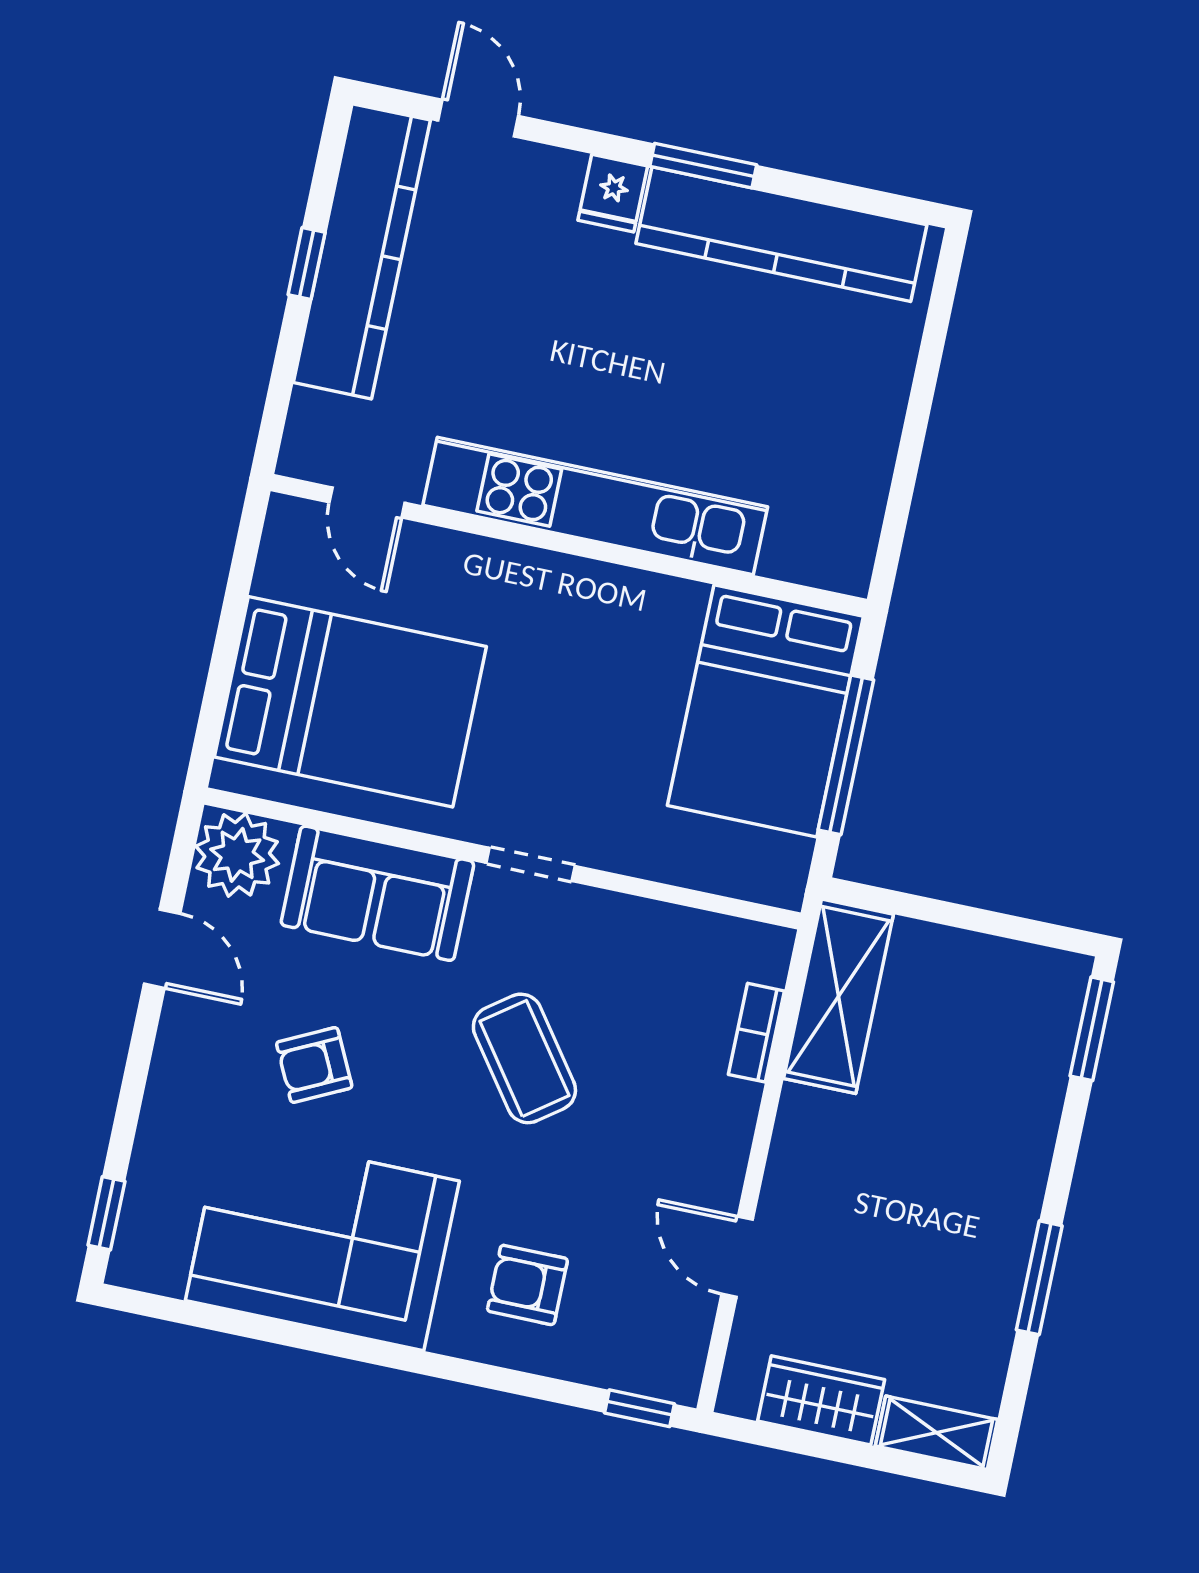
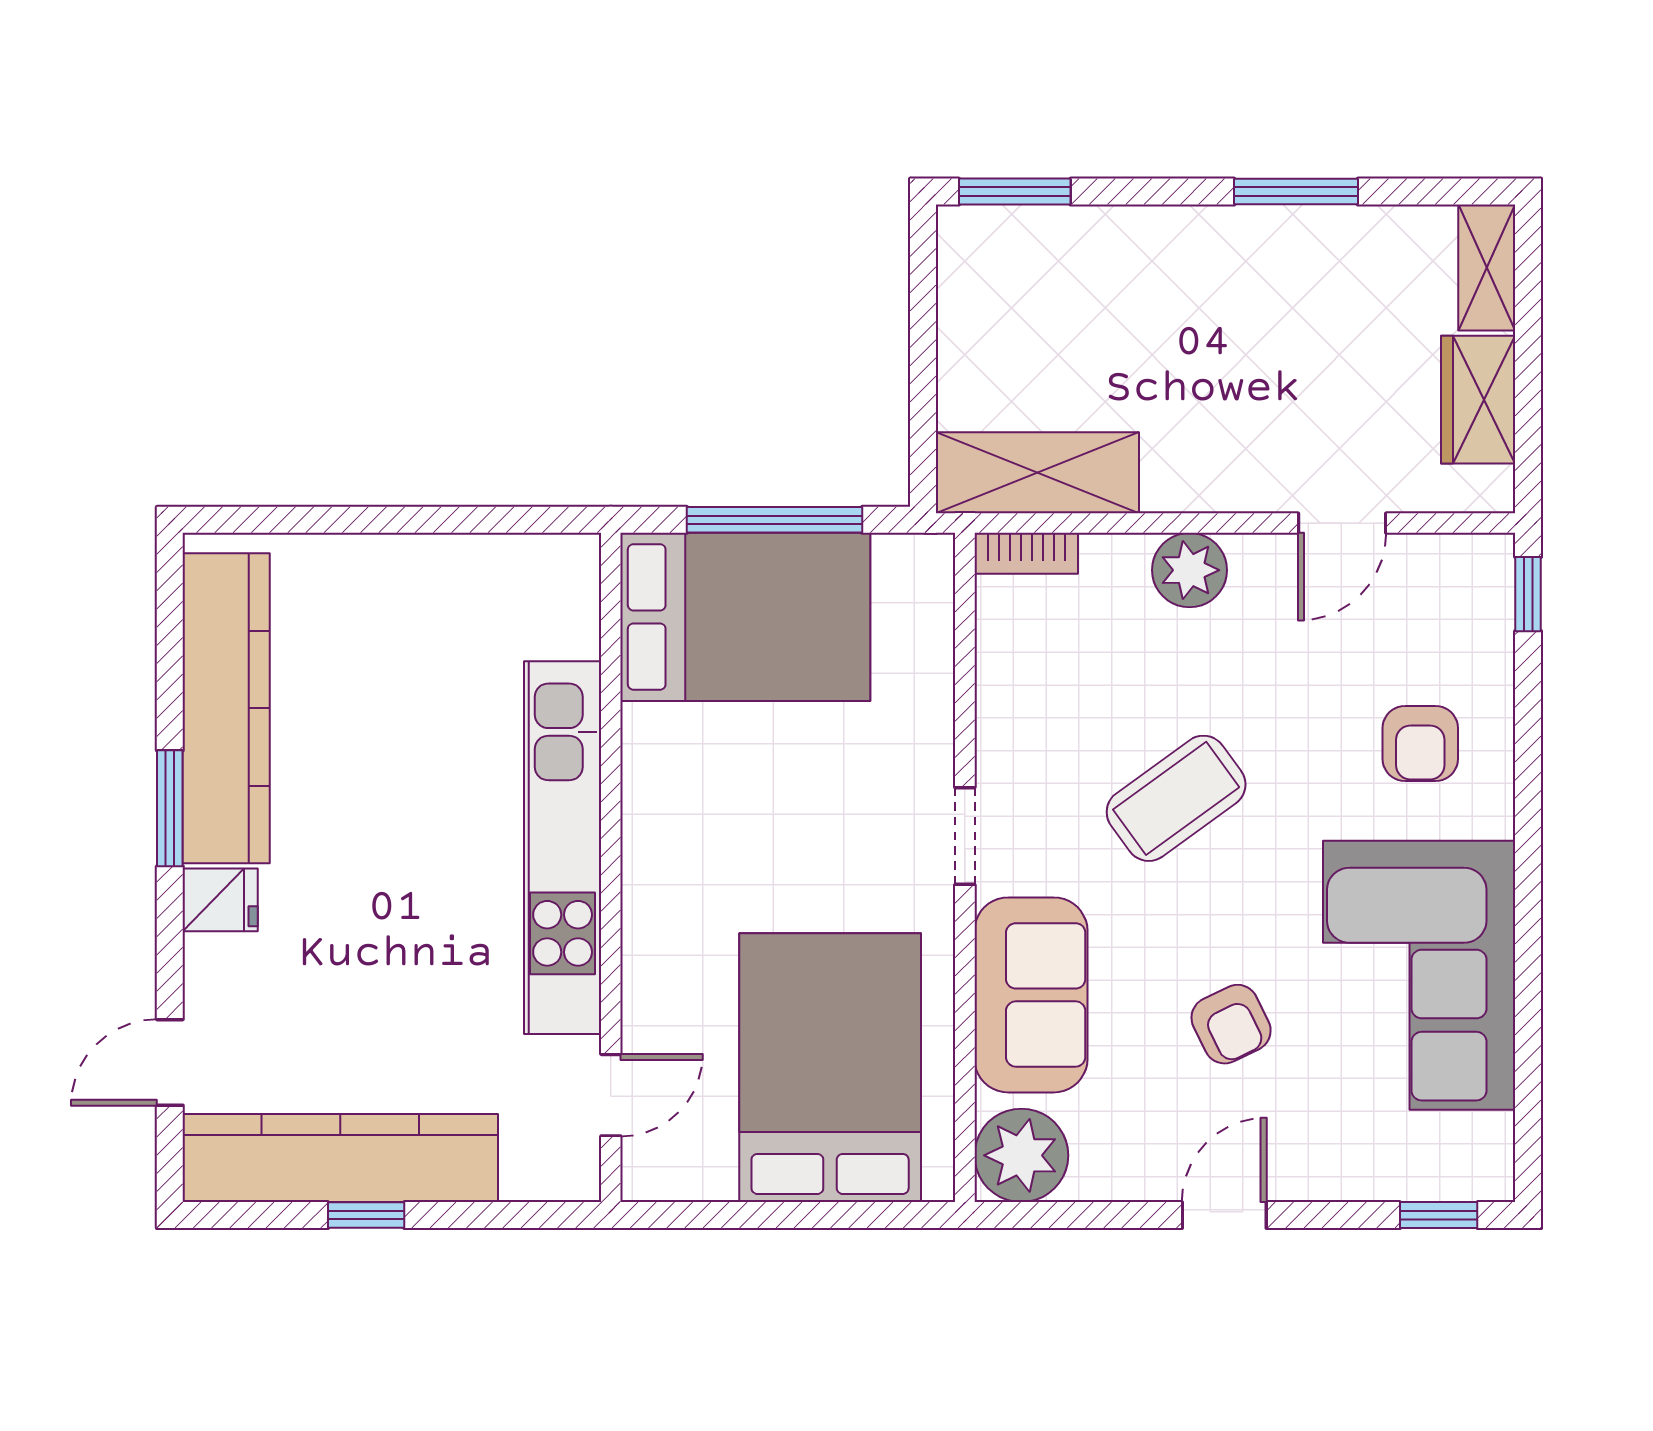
door: (162, 949) -> (1224, 1215), moved
bookcase: (756, 1033) -> (1026, 553), moved
plant: (724, 1113) -> (1189, 570), added

